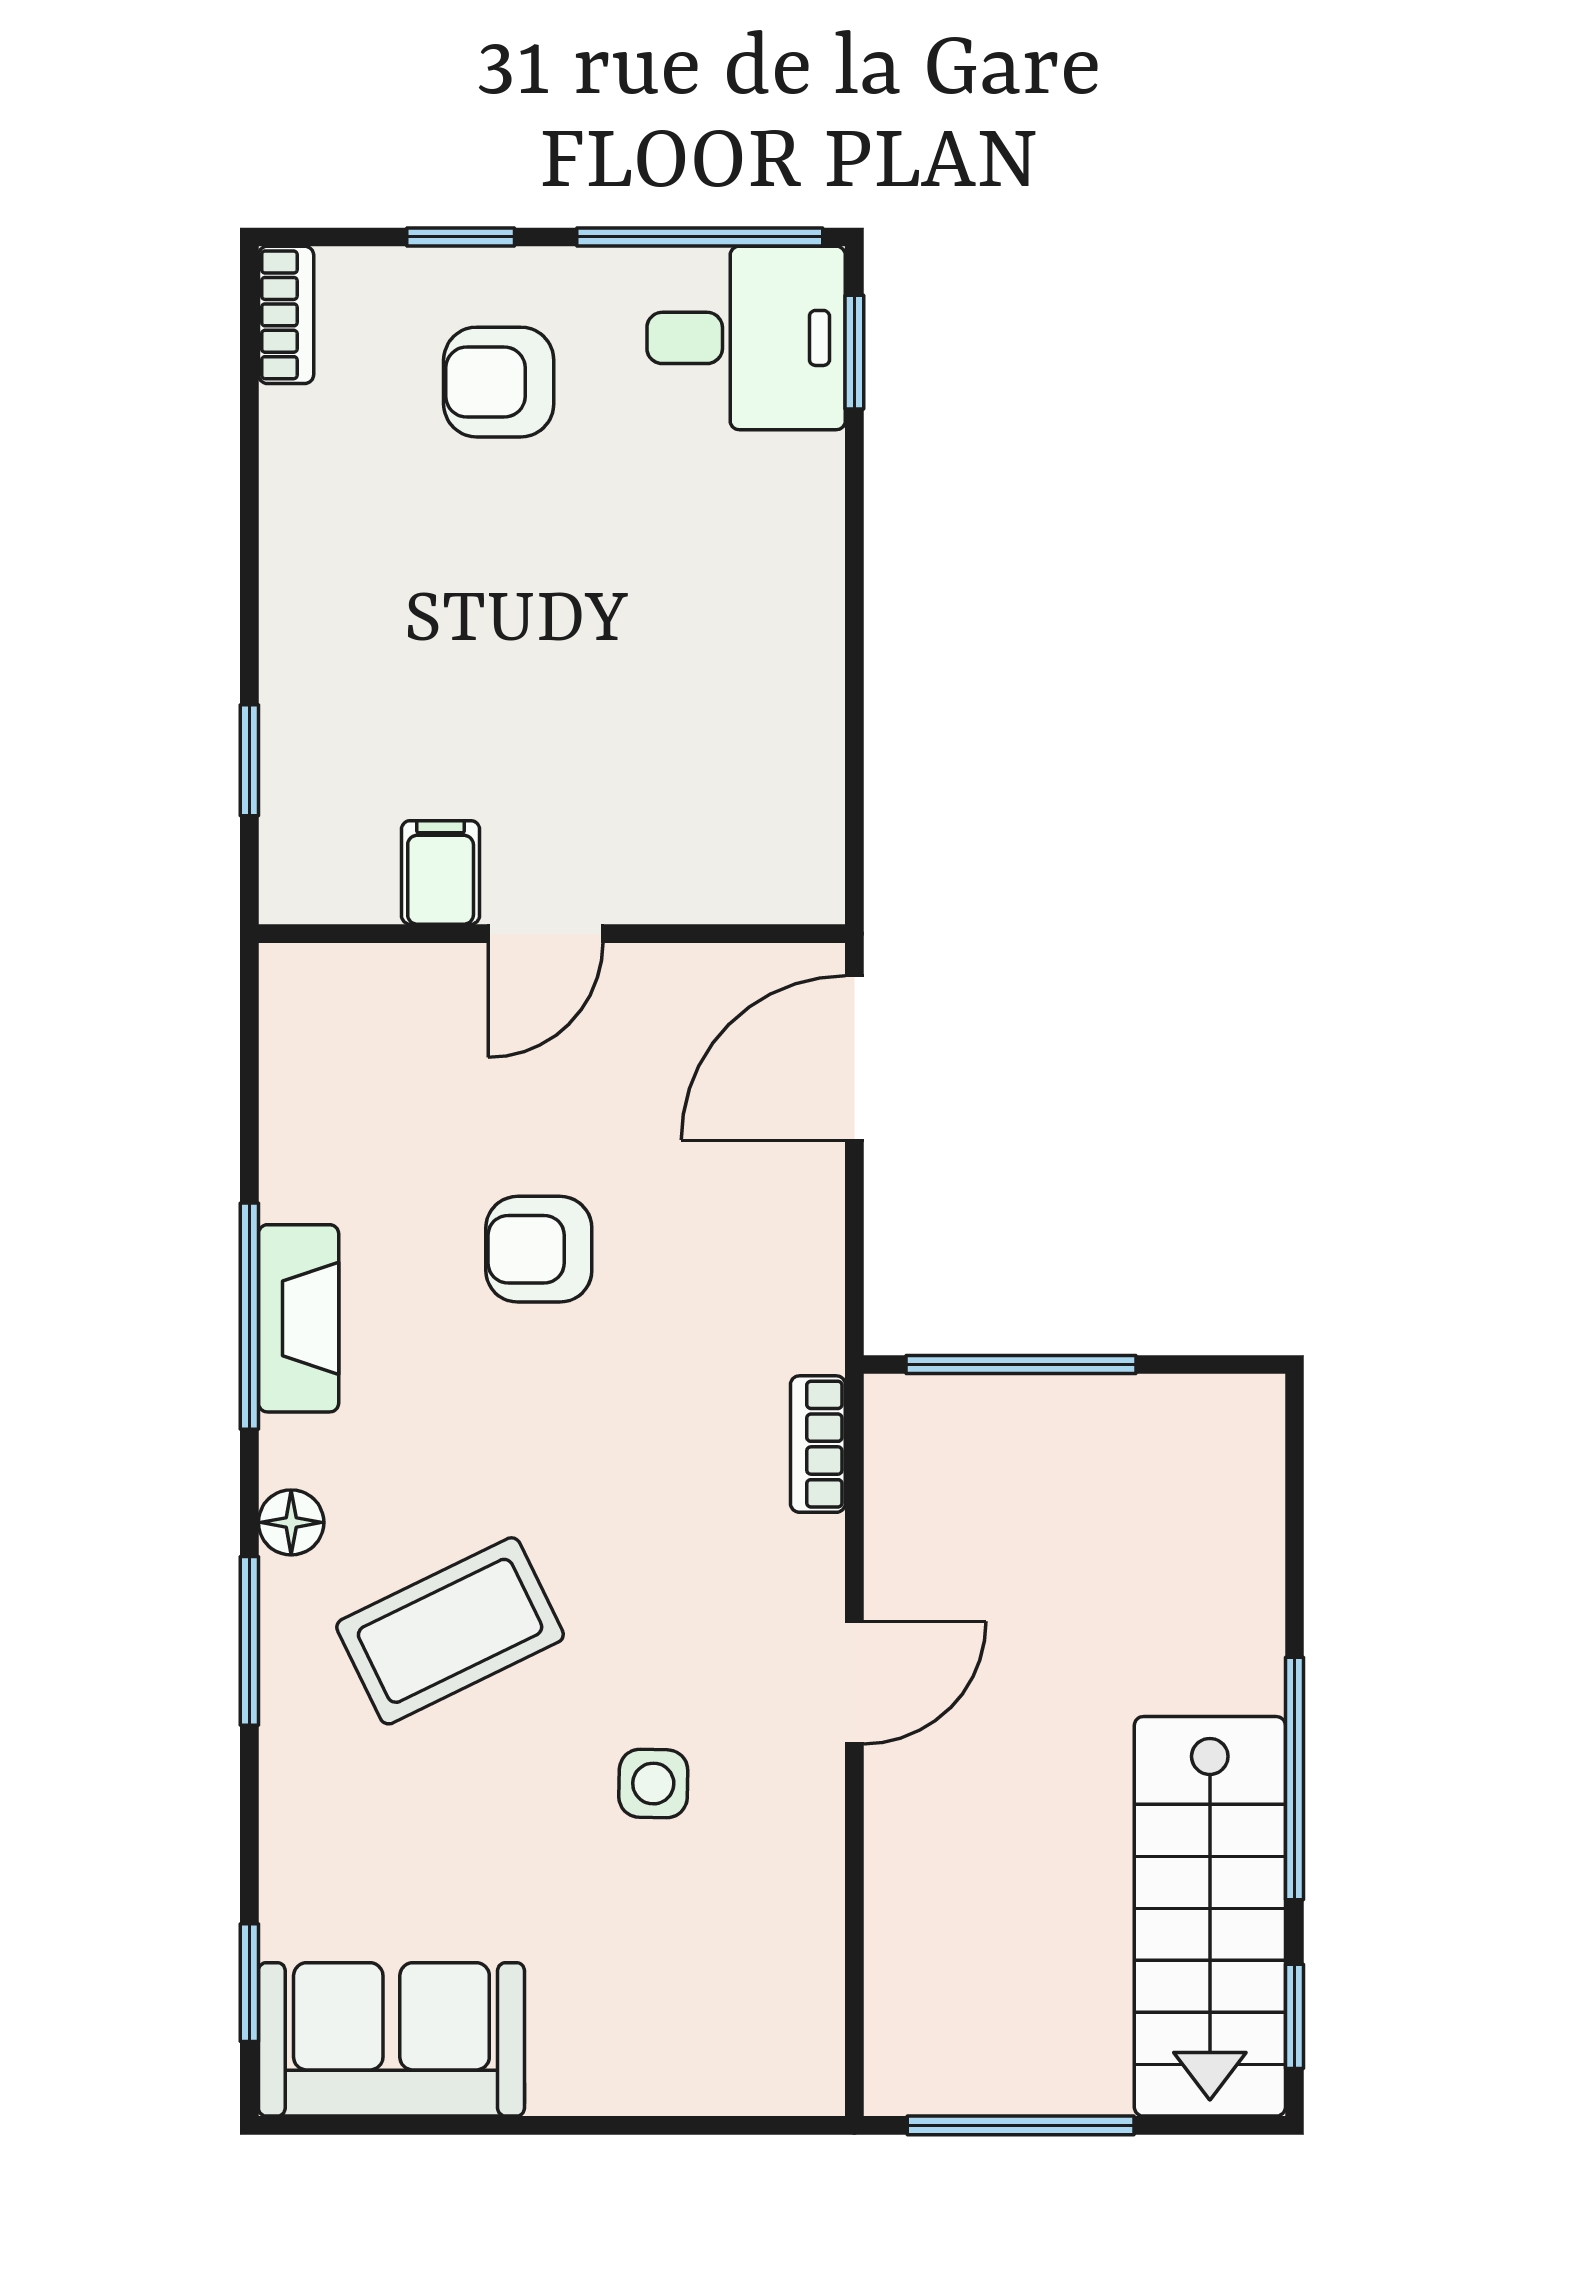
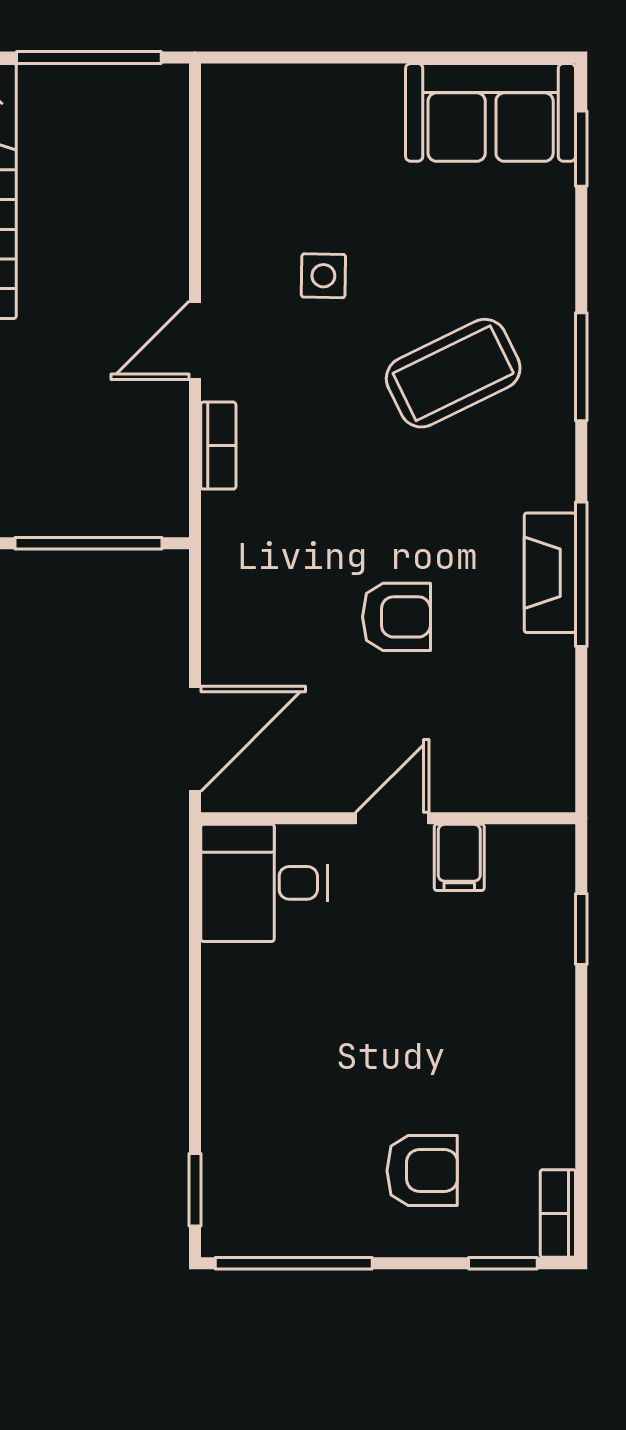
window: (461, 237) -> (503, 1263), moved
desk: (746, 338) -> (264, 883), moved
bookcase: (818, 1444) -> (218, 446), moved
floor lamp: (291, 1522) -> (555, 442), removed

